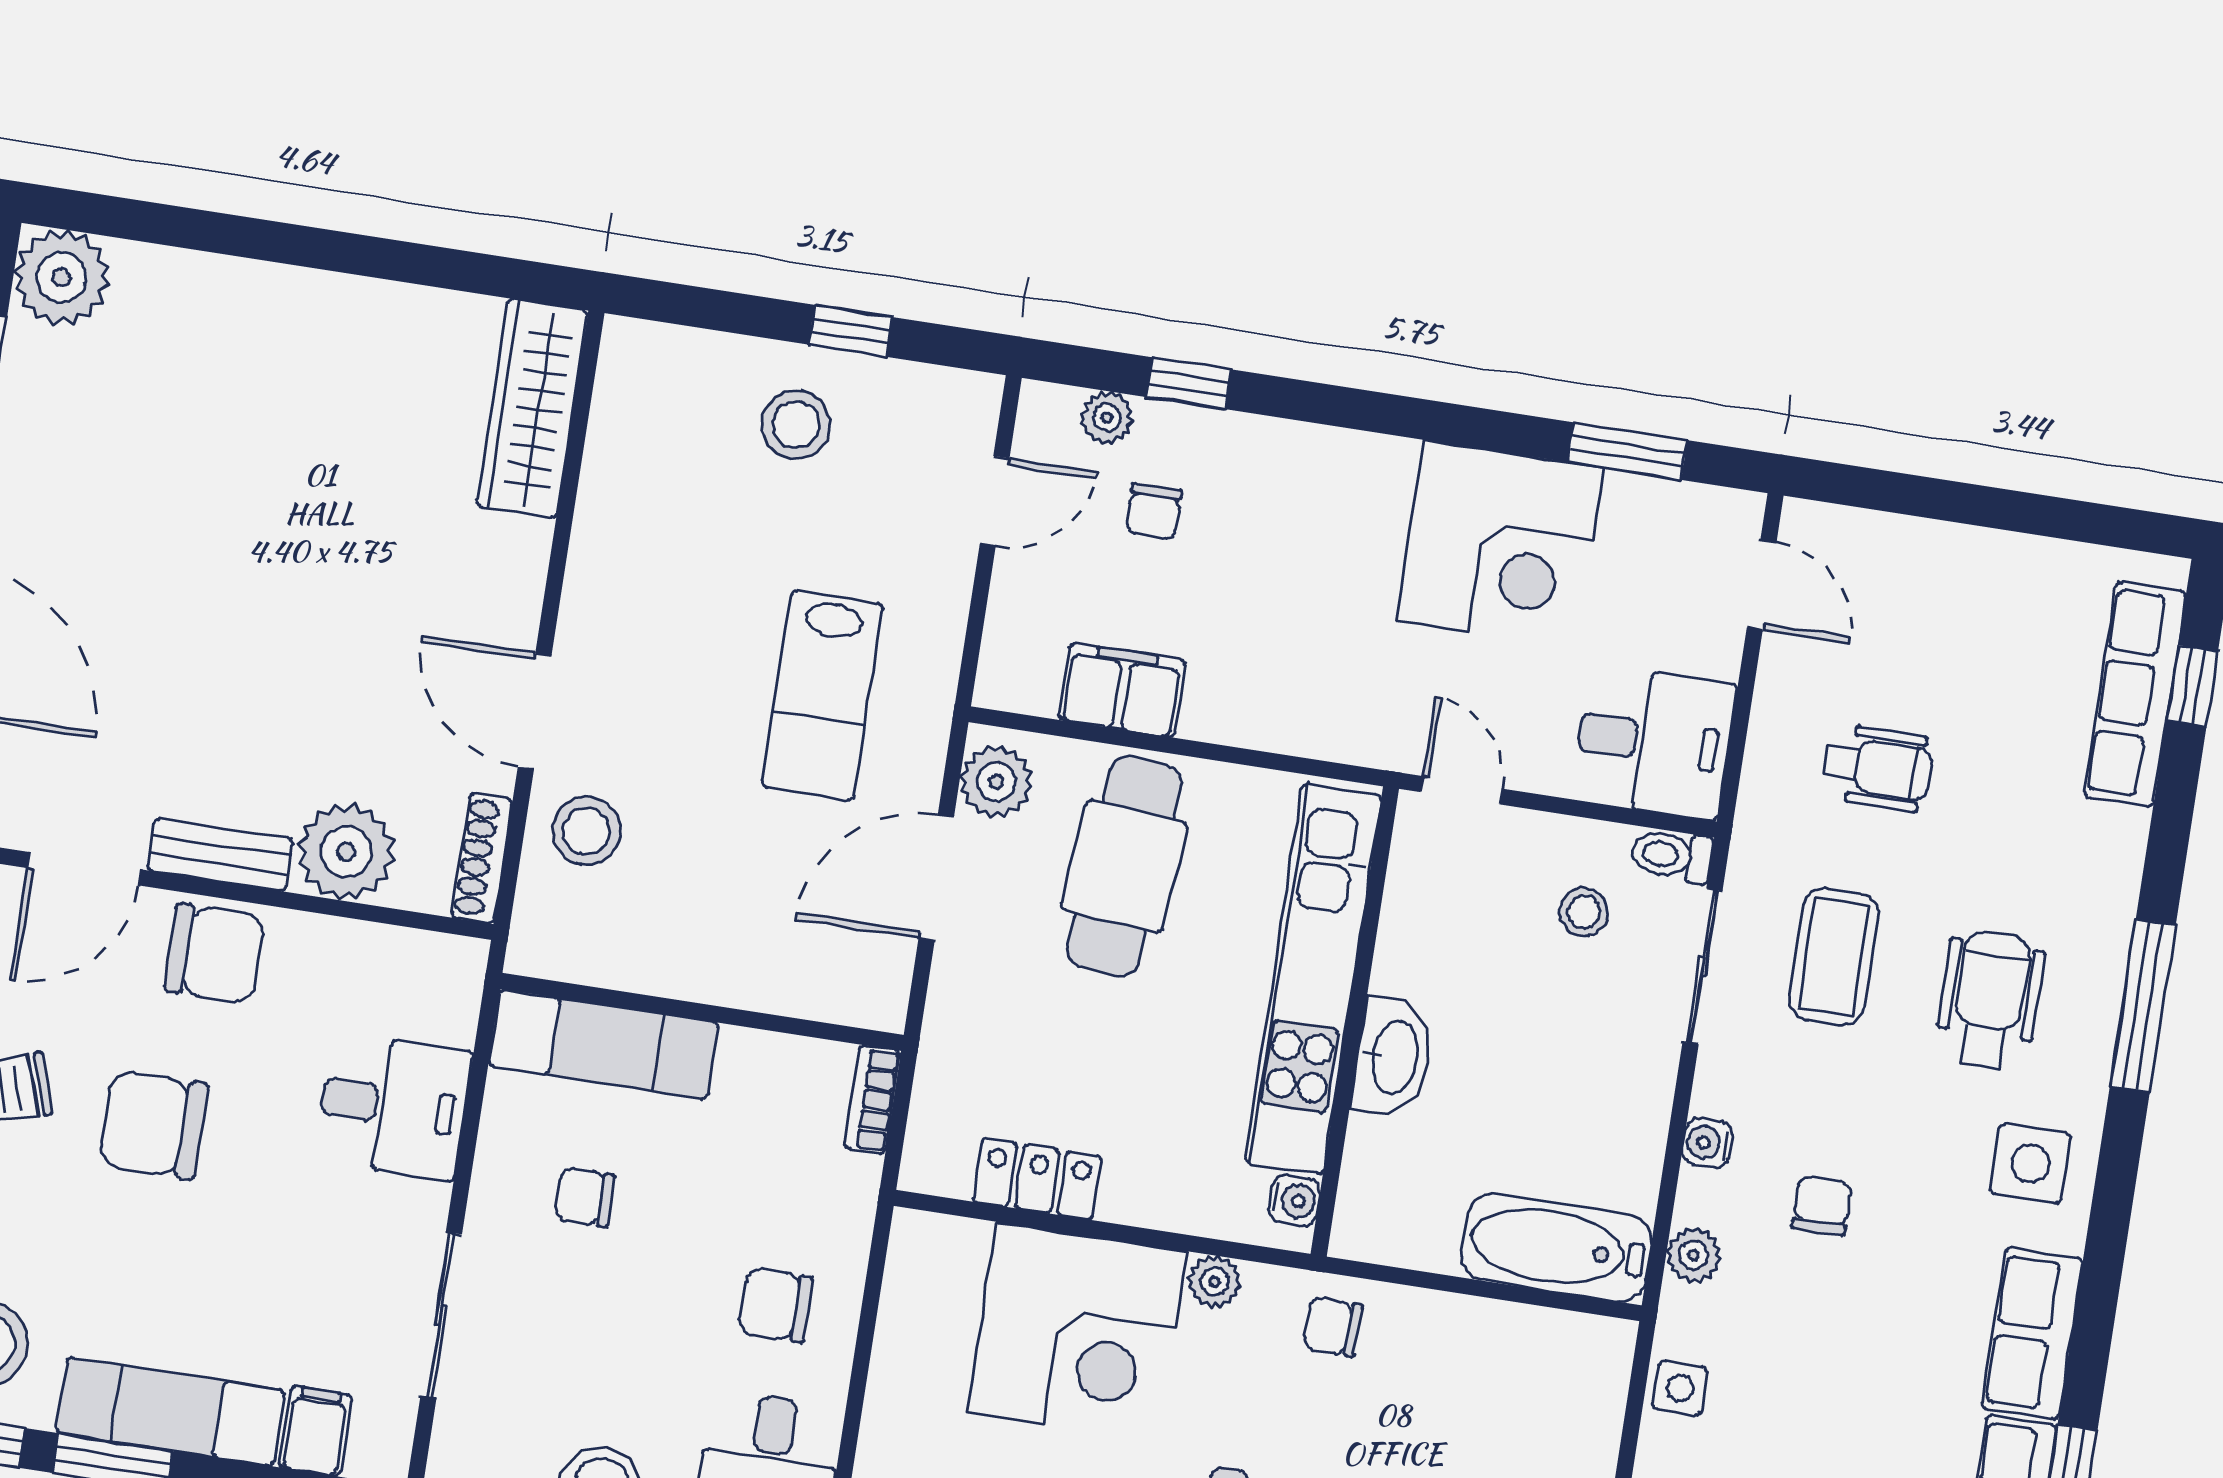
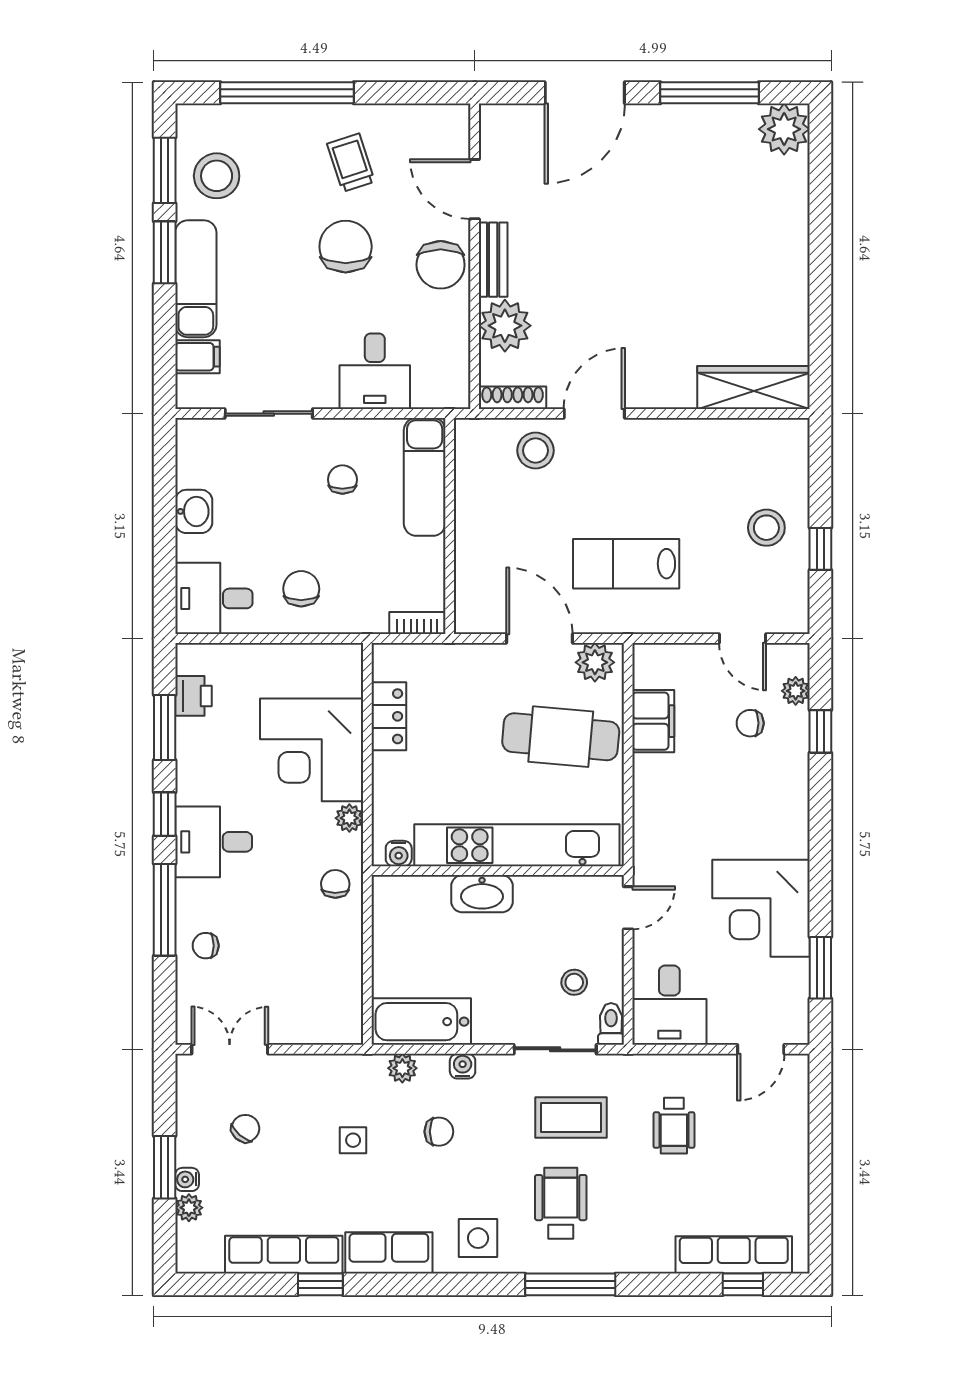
wheelchair: (1990, 1000) -> (561, 1203), turned -90
bathtub: (1557, 1248) -> (421, 1022), moved, turned -90
side table: (1680, 1388) -> (353, 1140), moved

